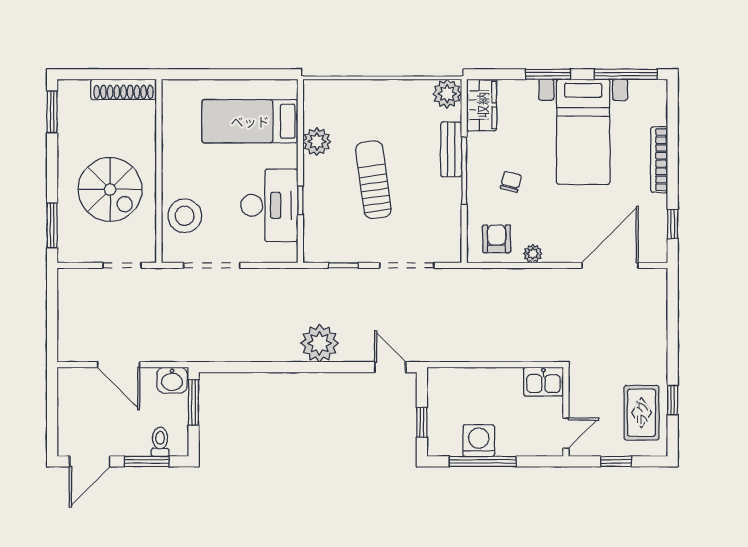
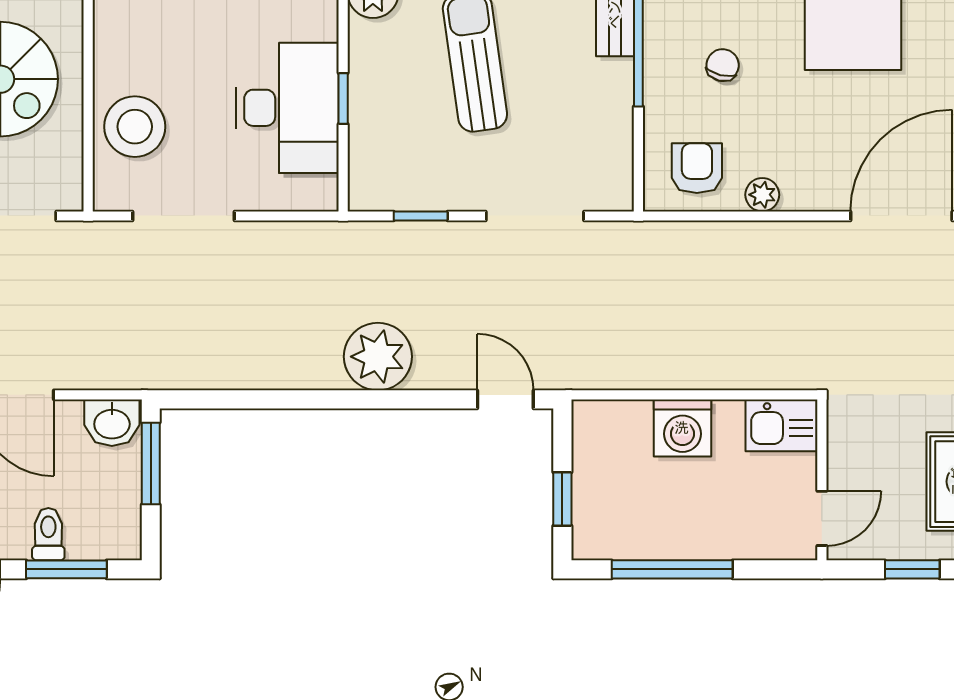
washing machine: (479, 441) -> (682, 428), moved, turned 180
toilet: (160, 442) -> (48, 534), moved

